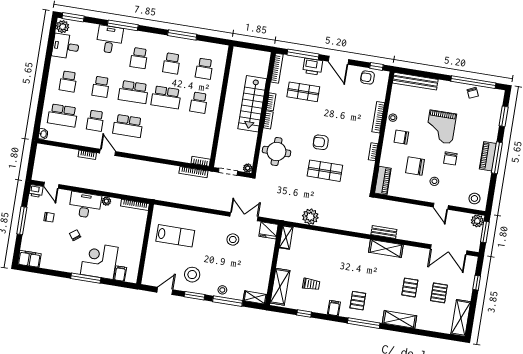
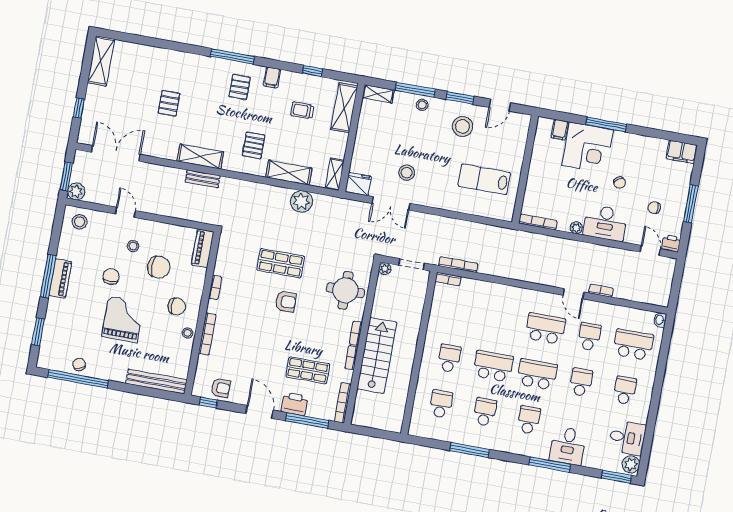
pallet: (439, 293) -> (254, 145), moved
shelving: (400, 319) -> (289, 173), moved

